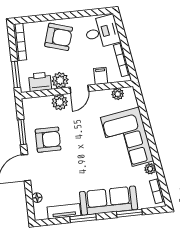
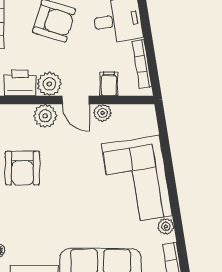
door: (79, 89) -> (76, 100), hinge flipped
plant: (118, 94) -> (103, 113), moved
armchair: (48, 140) -> (22, 168), turned 90

